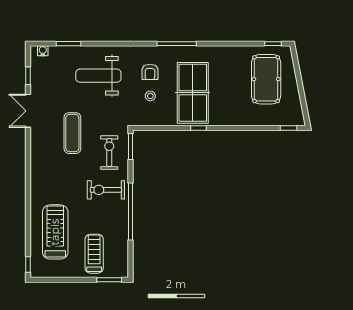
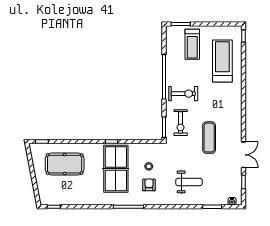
weight bench: (98, 76) -> (189, 182), width x0.73, depth x0.75
pool table: (266, 79) -> (65, 164), moved, turned 90
treadmill: (55, 232) -> (222, 61), turned 180

